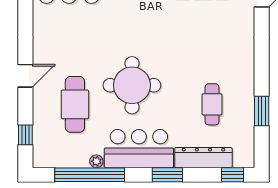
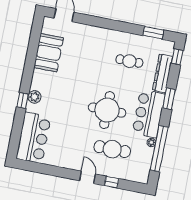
window: (262, 111) -> (153, 33), moved
window: (25, 135) -> (112, 182), moved

